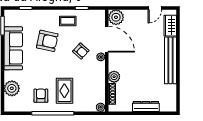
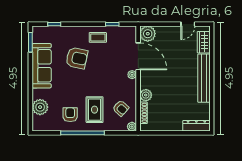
armchair: (81, 51) -> (121, 108), moved
dresser: (146, 106) -> (196, 126), moved

